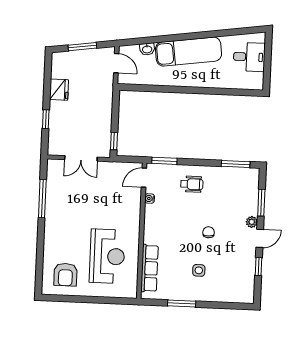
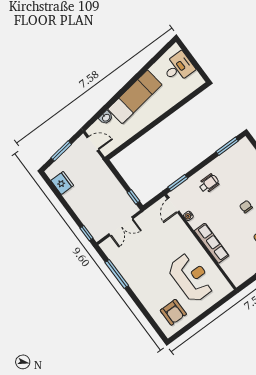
fridge: (59, 90) -> (62, 183), moved
window: (46, 119) -> (86, 233), moved
row of seats: (149, 268) -> (212, 243), moved

